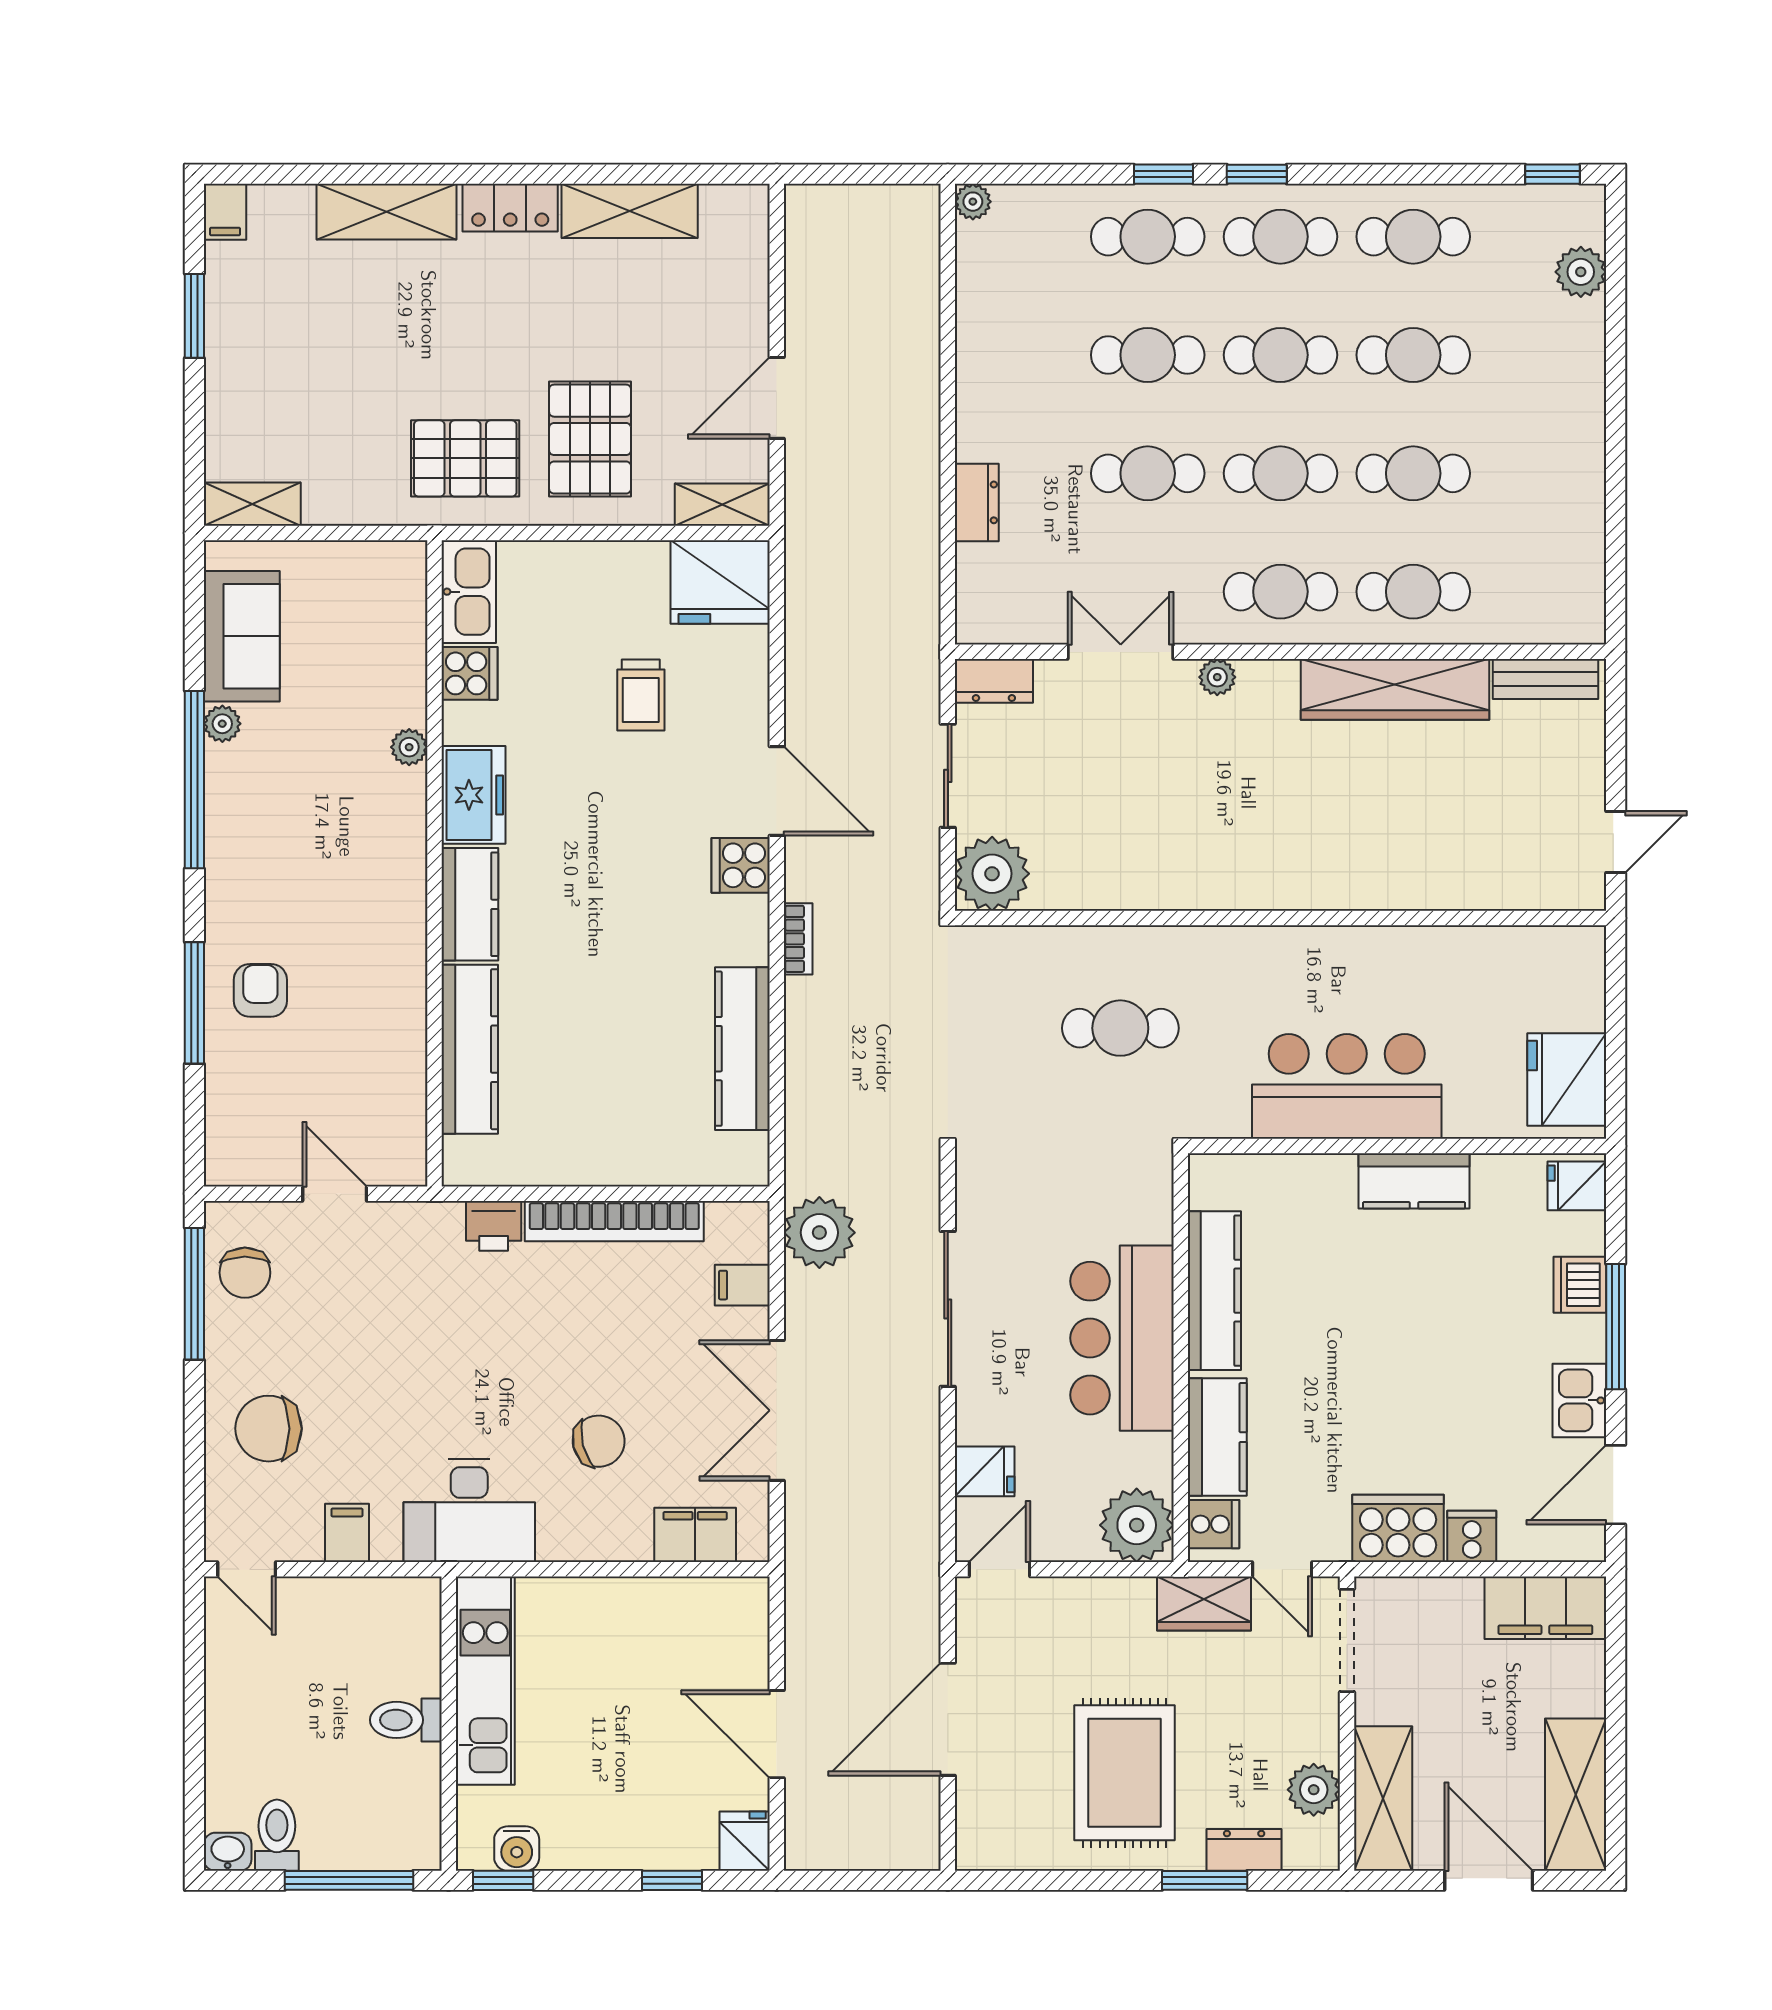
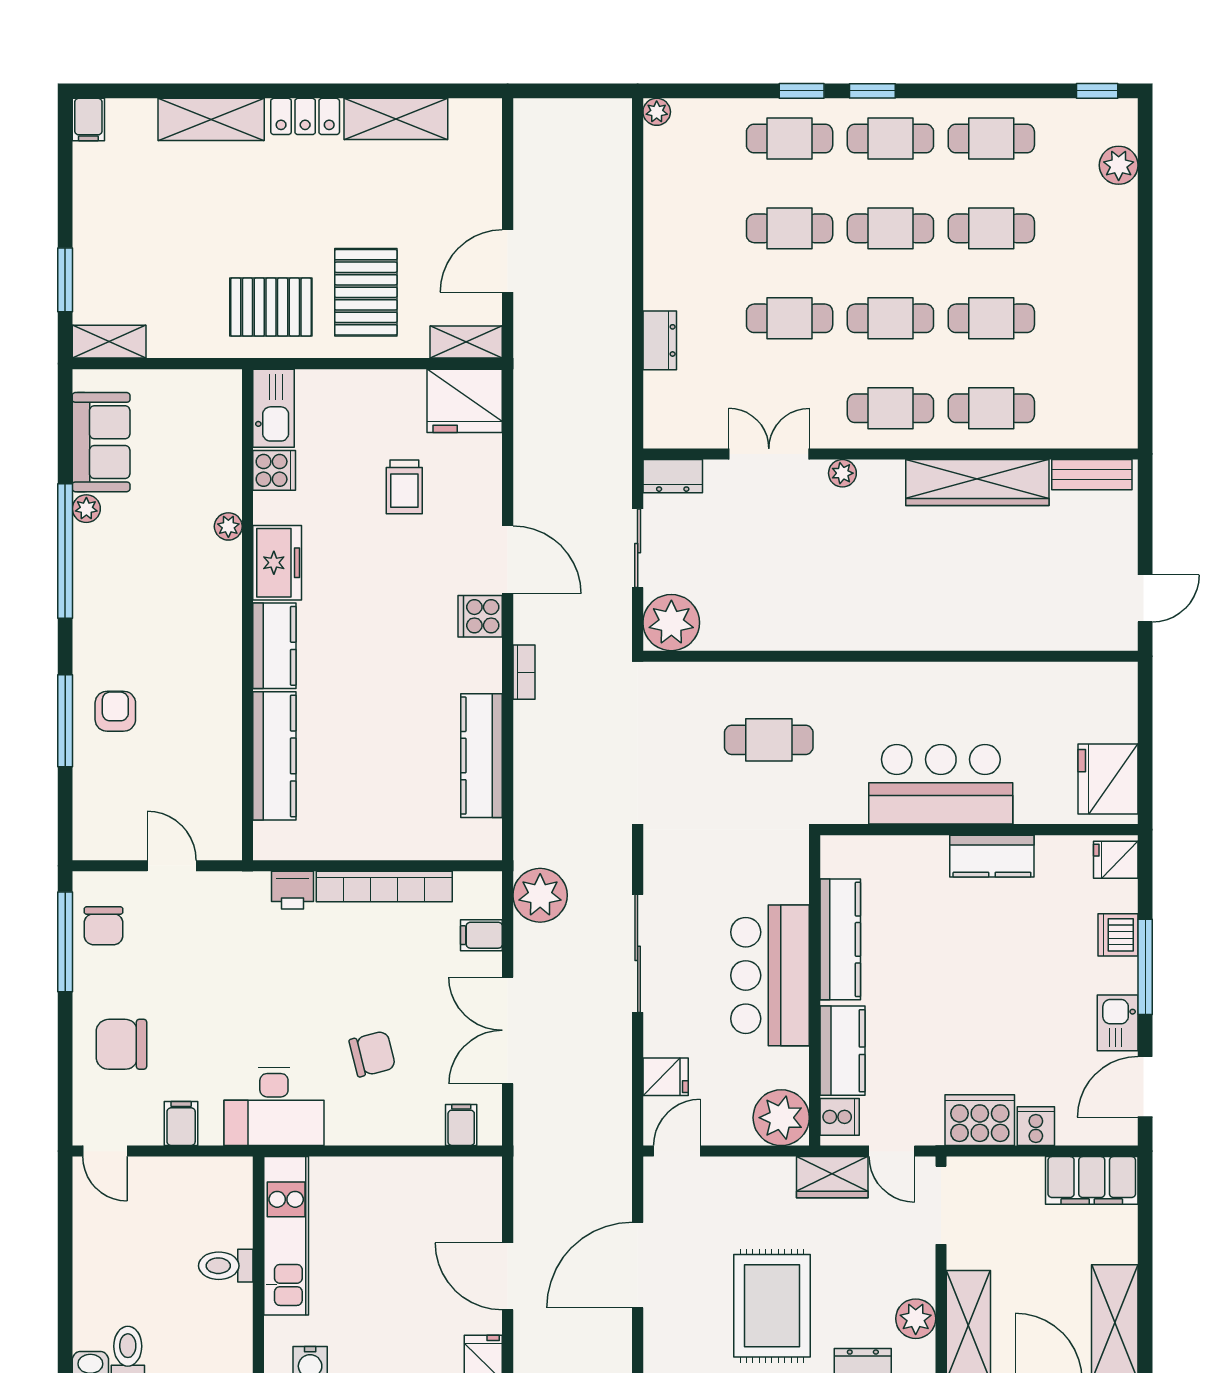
window: (194, 316) -> (65, 280), moved
filing cabinet: (695, 1535) -> (461, 1125), width x0.50

